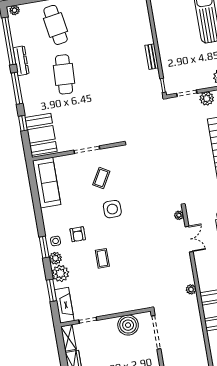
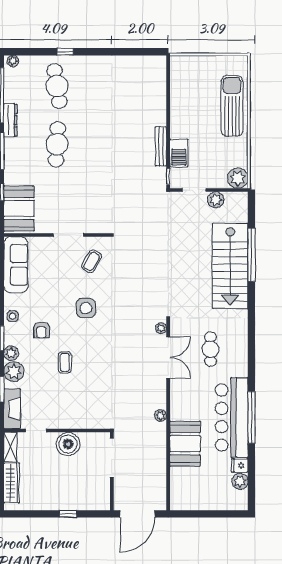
bench: (152, 57) -> (161, 146), width x1.36
barbecue: (169, 64) -> (179, 153), added
coffee table: (101, 178) -> (92, 261), moved
double door: (189, 239) -> (168, 357), width x1.37
side table: (56, 241) -> (13, 316), moved
boiler: (128, 325) -> (68, 444), moved

